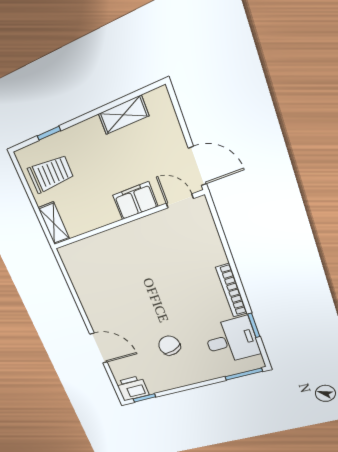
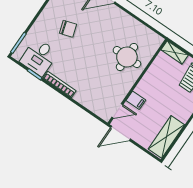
shelving: (124, 115) -> (166, 137), width x1.50, depth x1.33
filing cabinet: (135, 201) -> (136, 100), width x0.50
round table: (119, 261) -> (127, 57), added

